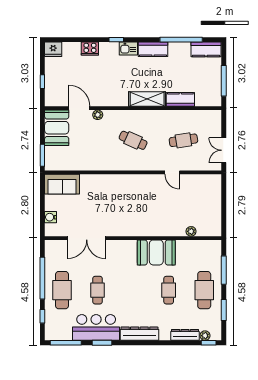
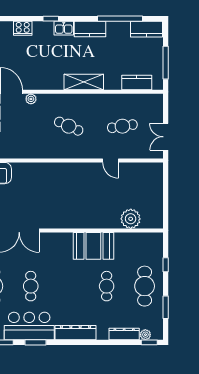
kitchen counter: (180, 99) -> (137, 82), moved
plant: (191, 231) -> (131, 219), width x1.88, depth x1.88
window: (224, 270) -> (166, 265), width x0.46

